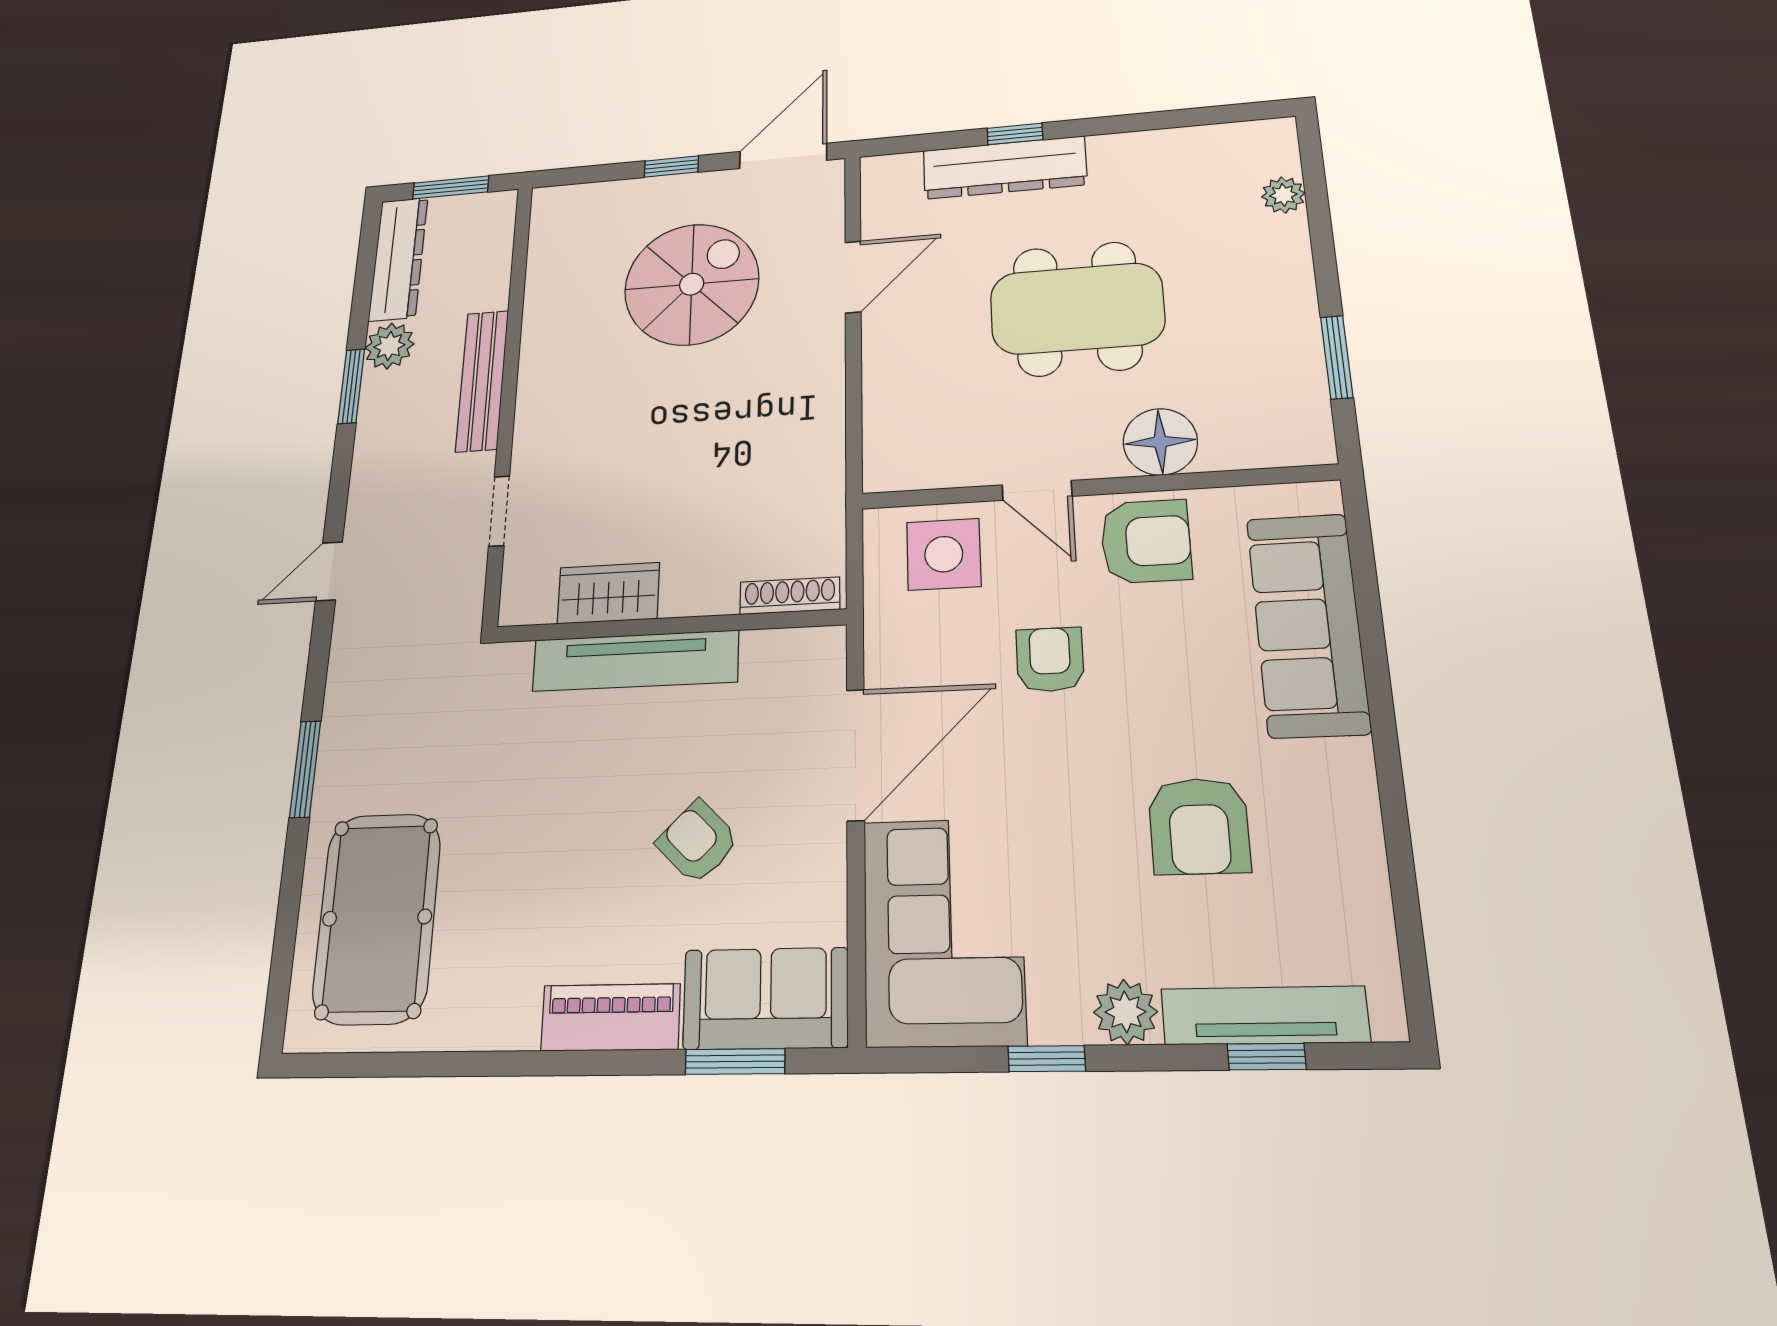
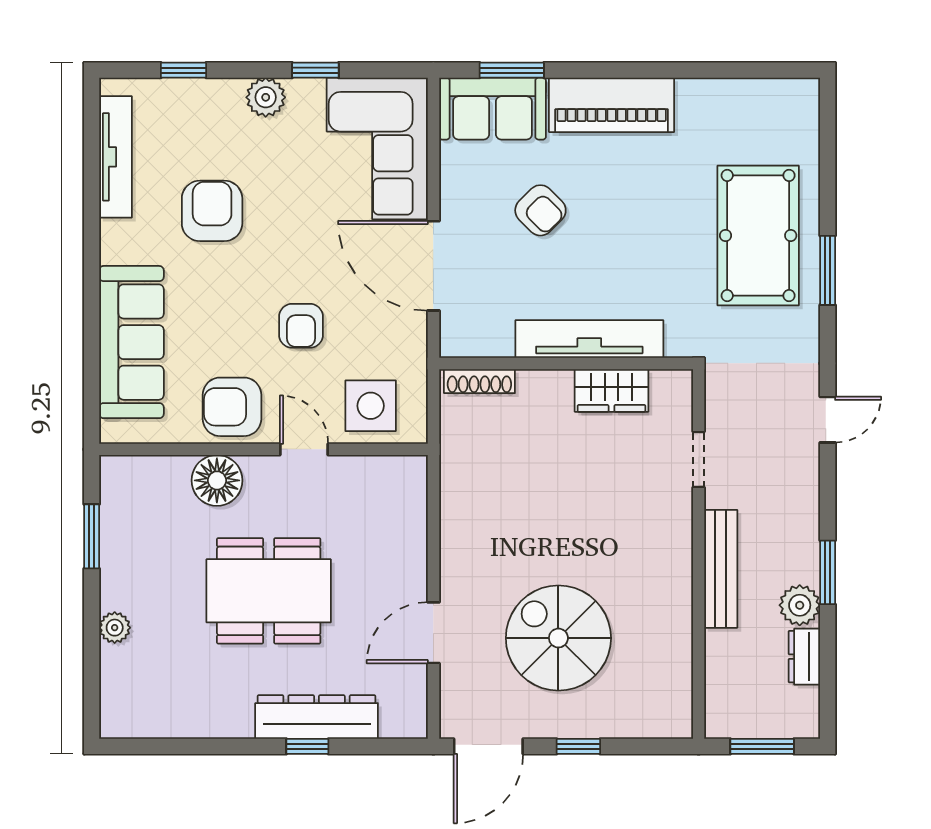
plant: (1283, 195) -> (115, 628), moved
dresser: (398, 259) -> (804, 657), width x0.51, depth x0.80
spiral stairs: (692, 284) -> (558, 638), turned 90
door: (855, 755) -> (433, 266), hinge flipped
pool table: (377, 918) -> (758, 235), moved
tv unit: (1265, 1015) -> (116, 157), moved, turned -90
piano: (611, 1017) -> (612, 105), width x1.37, depth x1.33

